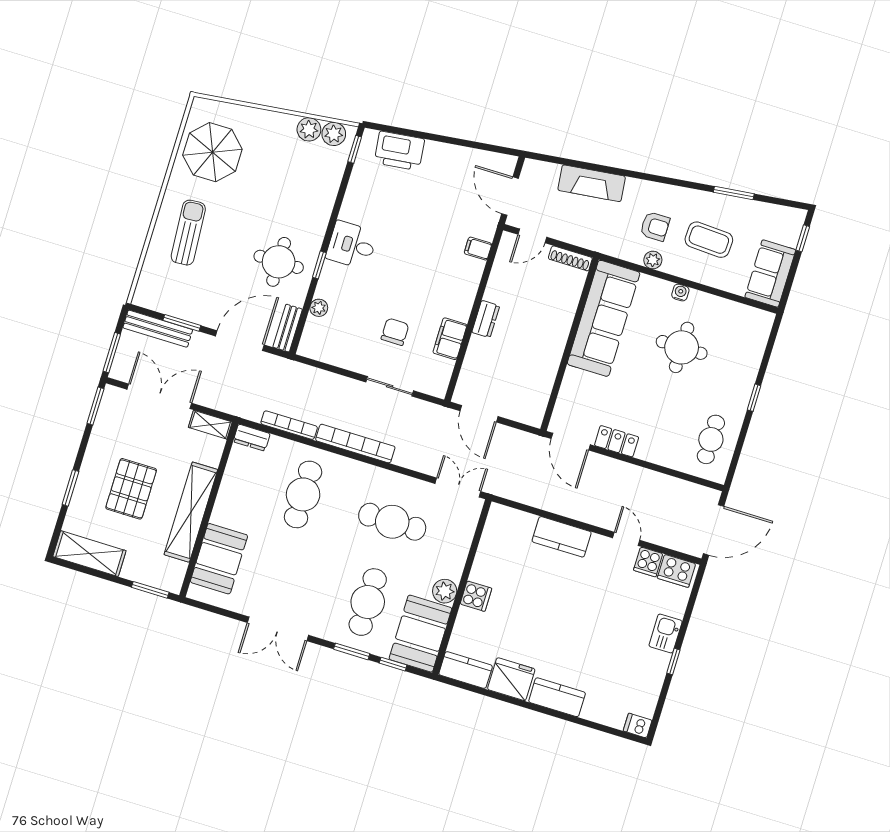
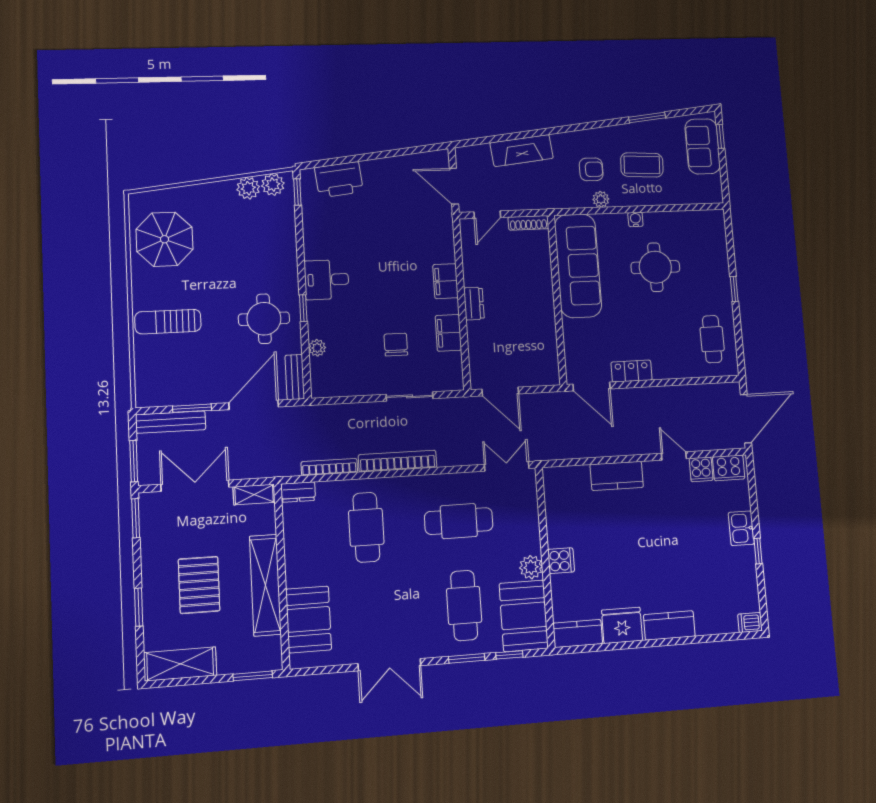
sun lounger: (188, 233) -> (168, 322), turned -86
filing cabinet: (478, 249) -> (446, 281), moved, width x2.00
sofa: (770, 273) -> (703, 146), moved

